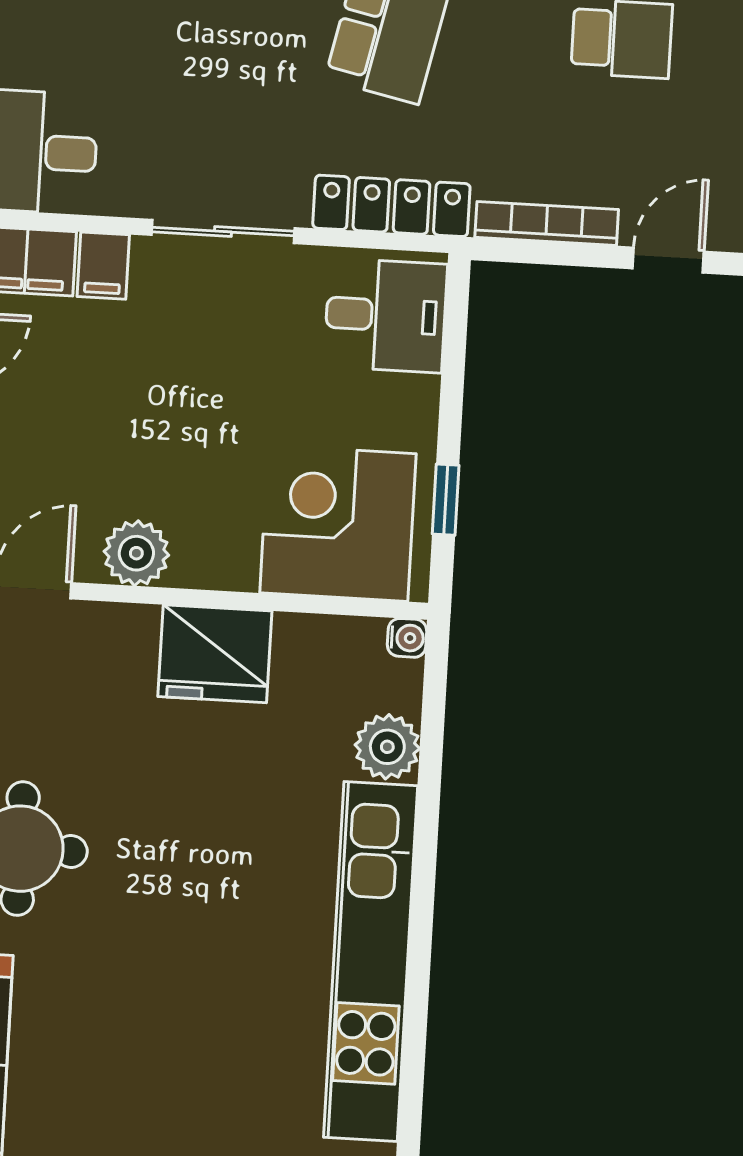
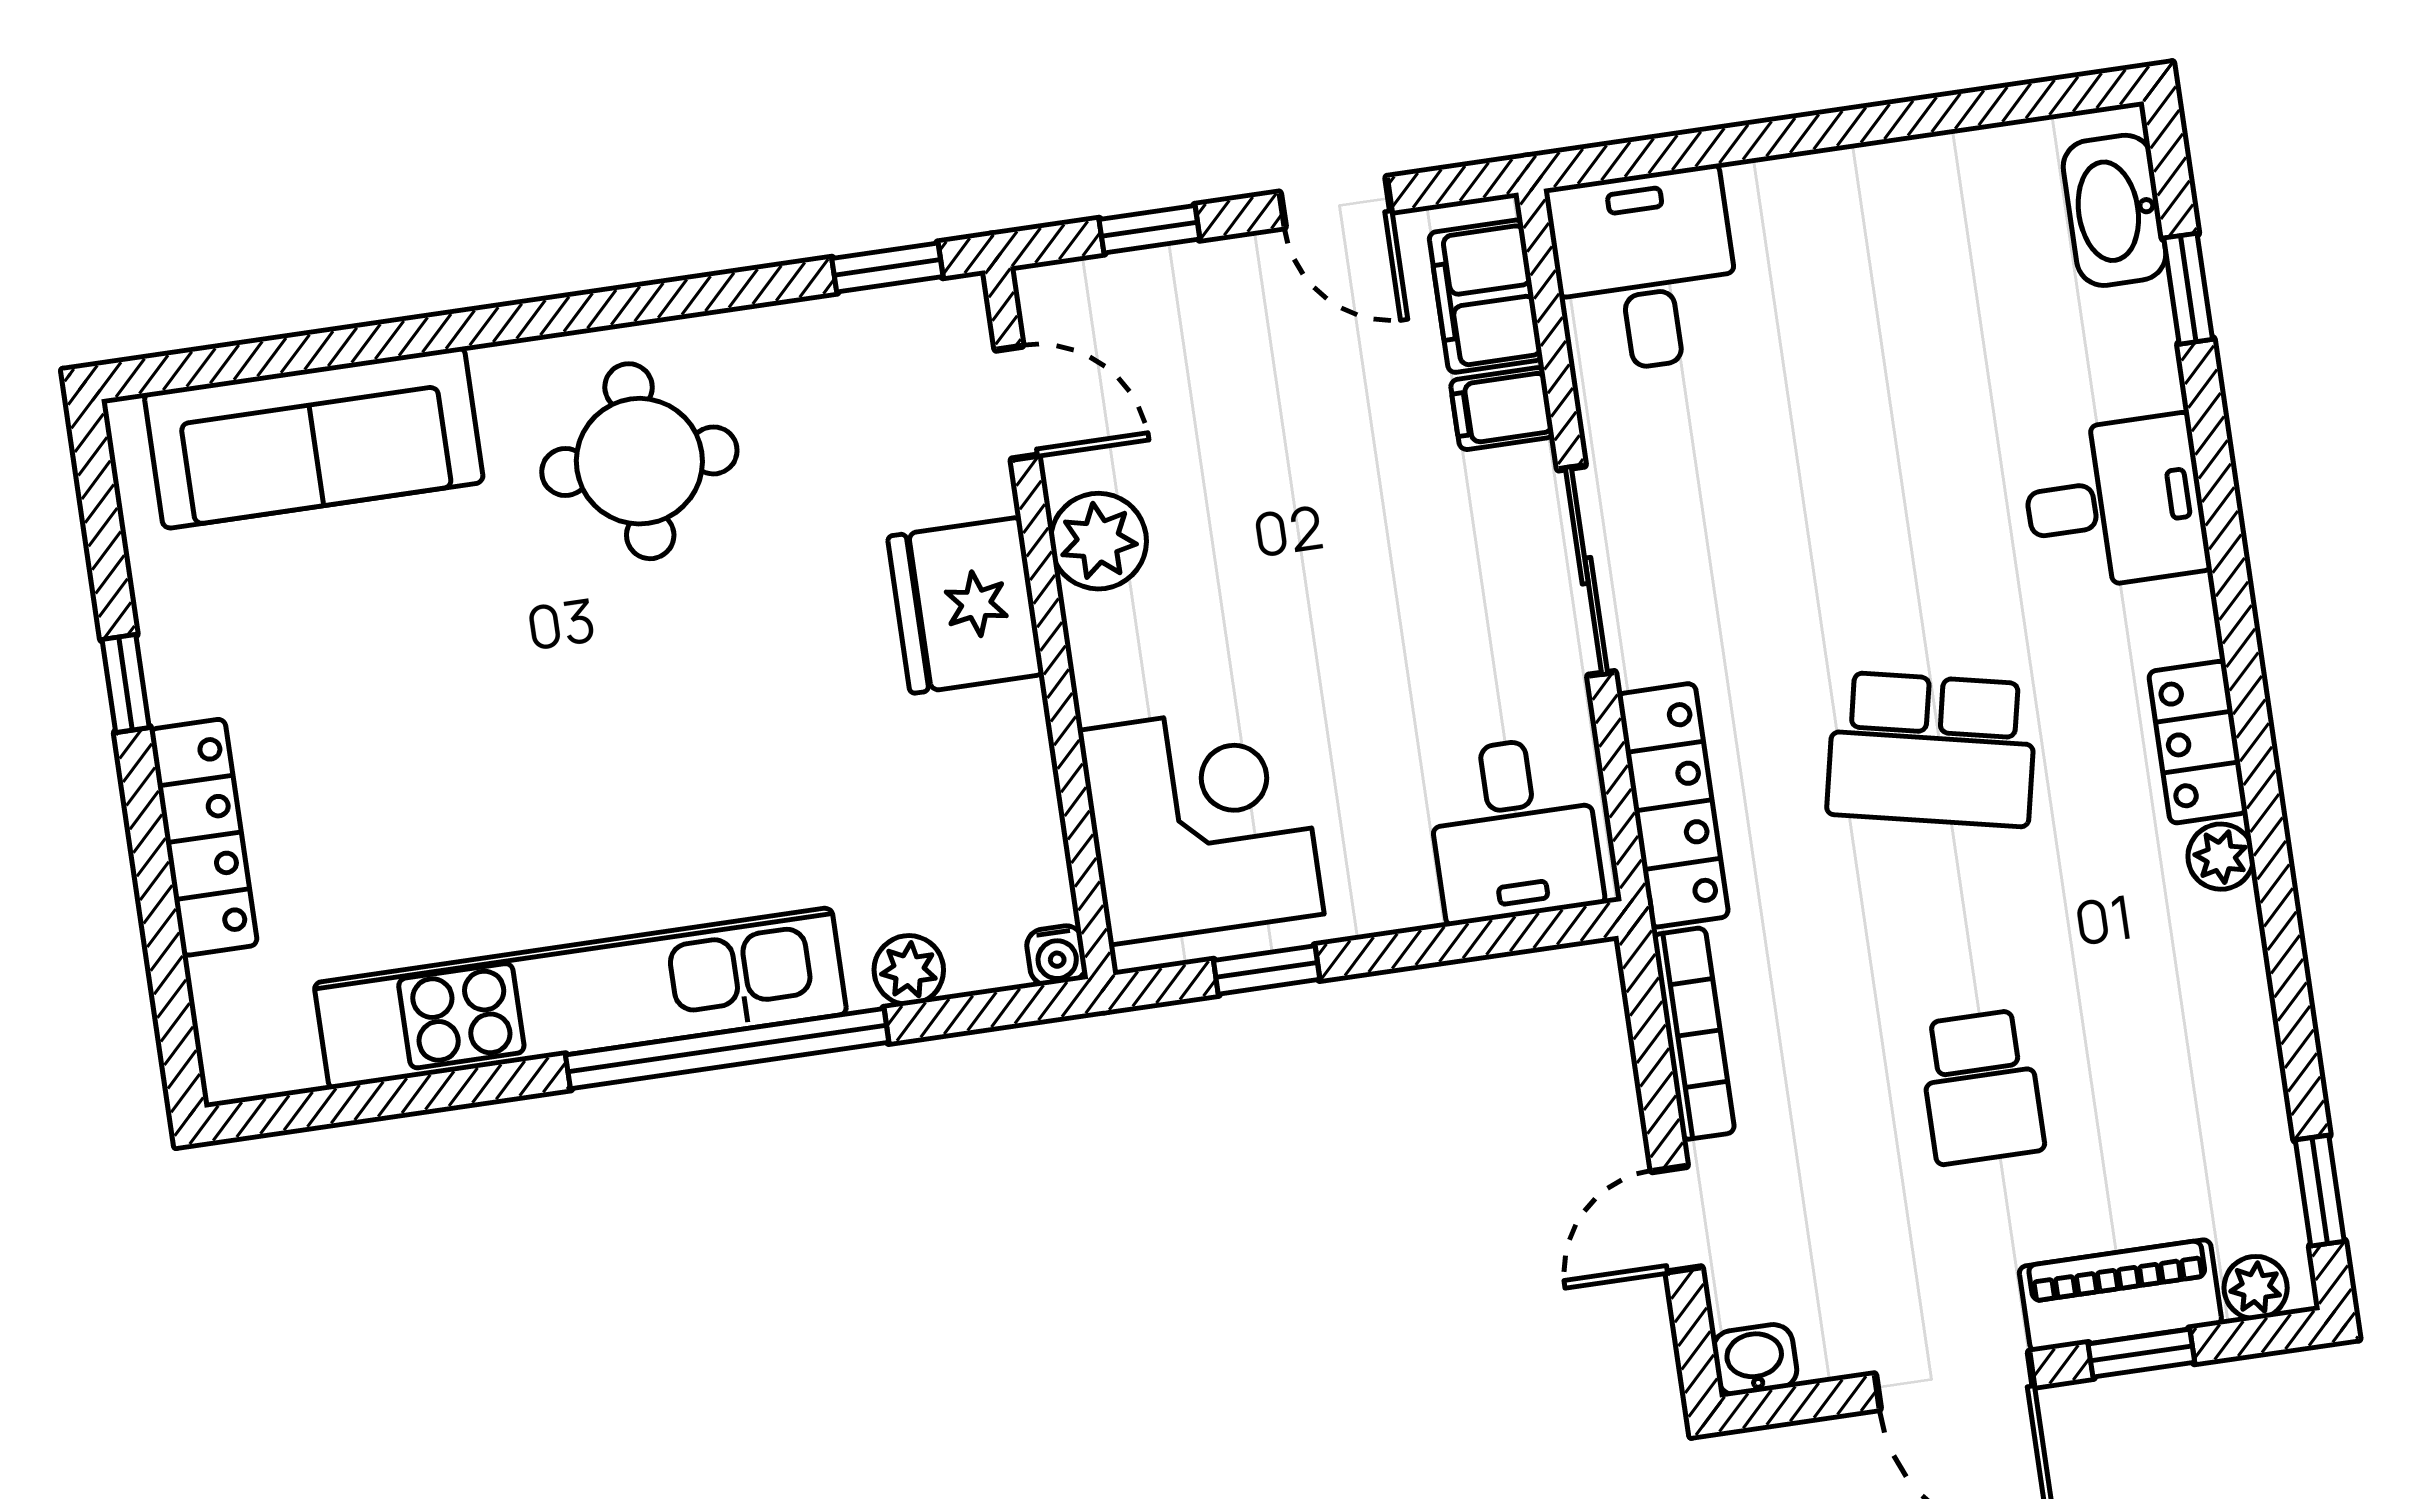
door: (668, 260) -> (1677, 1219), swing flipped
fridge: (215, 654) -> (966, 605), moved
plant: (387, 747) -> (909, 970), width x0.73, depth x0.73
window: (424, 870) -> (727, 1049), added

